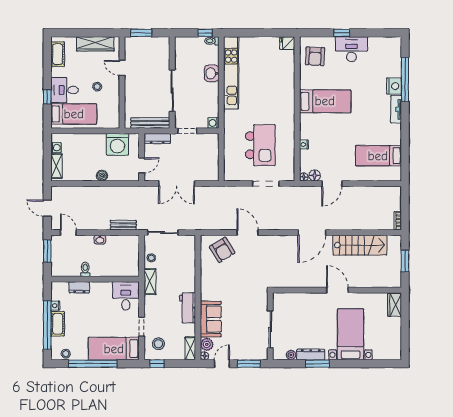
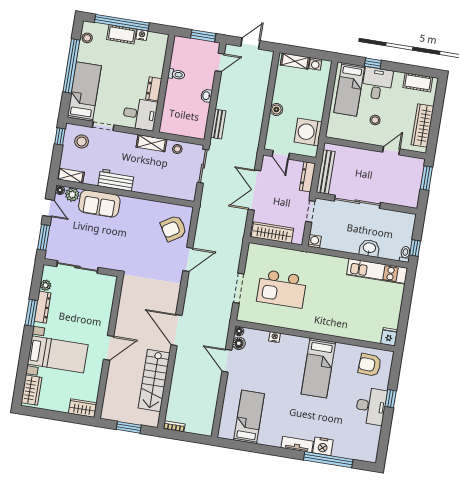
kitchen unit: (231, 73) -> (377, 271), width x0.73
wardrobe: (212, 162) -> (272, 233), added
dresser: (79, 287) -> (154, 89), moved
wardrobe: (386, 353) -> (31, 390), added

